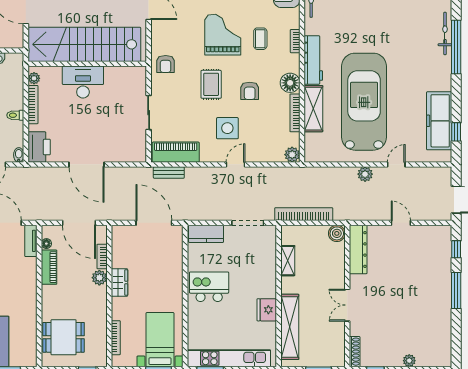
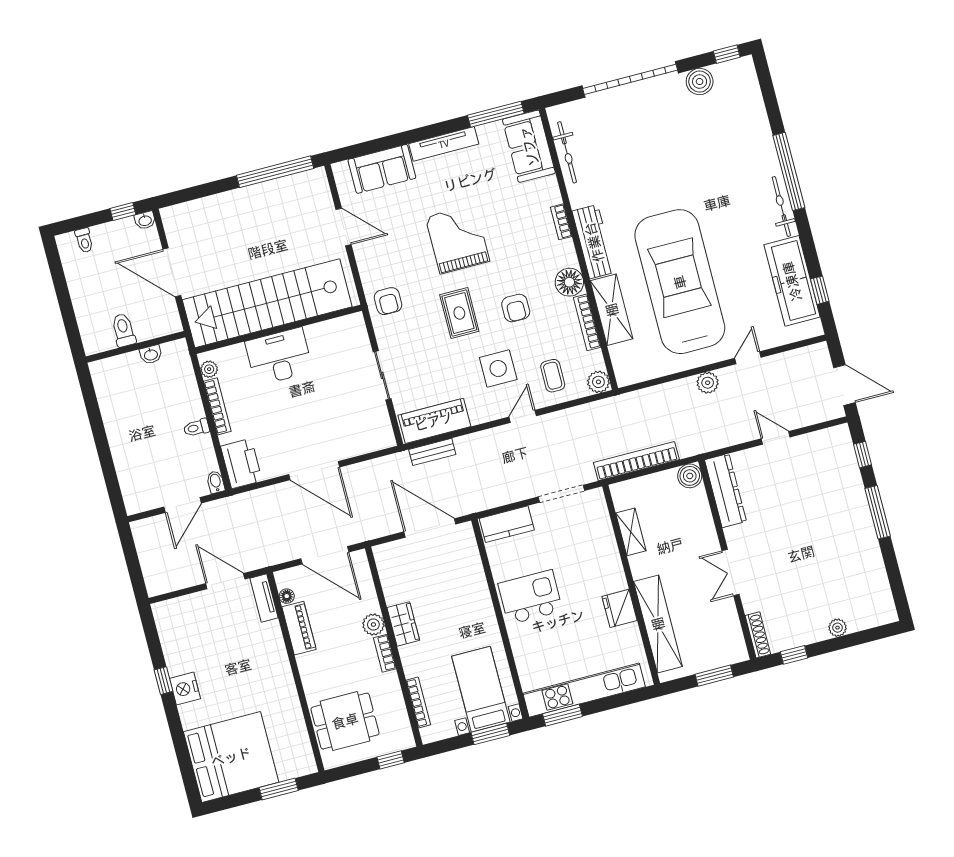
bicycle: (445, 33) -> (781, 206), moved
coffee table: (260, 39) -> (553, 376), moved
bookcase: (102, 256) -> (385, 653), moved

